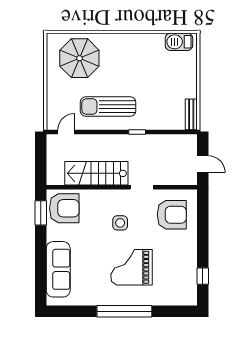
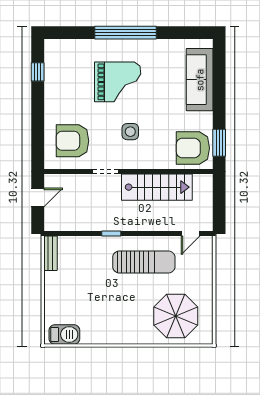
door: (203, 164) -> (38, 197), swing flipped

